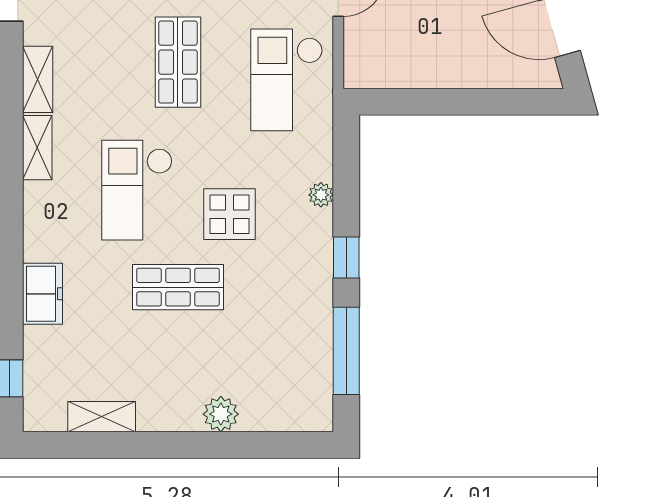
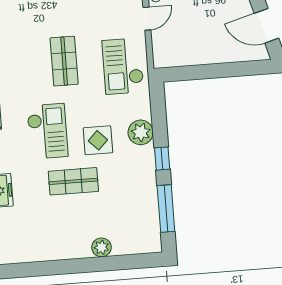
checkout: (137, 190) -> (47, 131), turned 180
plant: (321, 195) -> (141, 132), width x1.88, depth x1.88
shelving: (102, 417) -> (38, 254), removed

